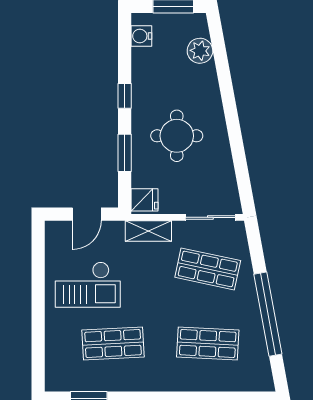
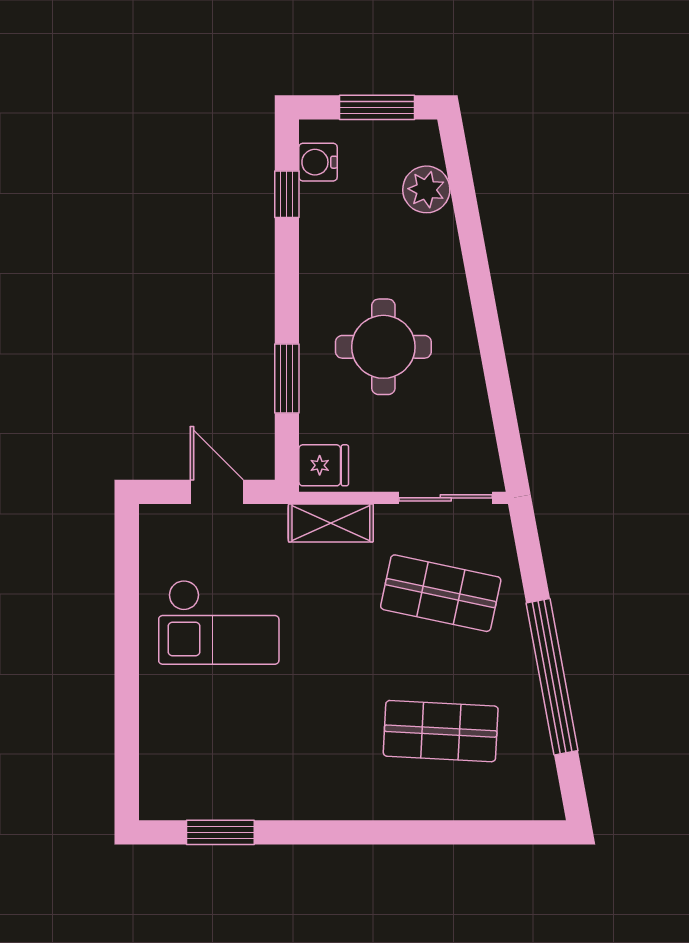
window: (125, 96) -> (287, 194), moved
door: (87, 214) -> (217, 492), swing flipped
shop shelf: (113, 343) -> (265, 731), removed

